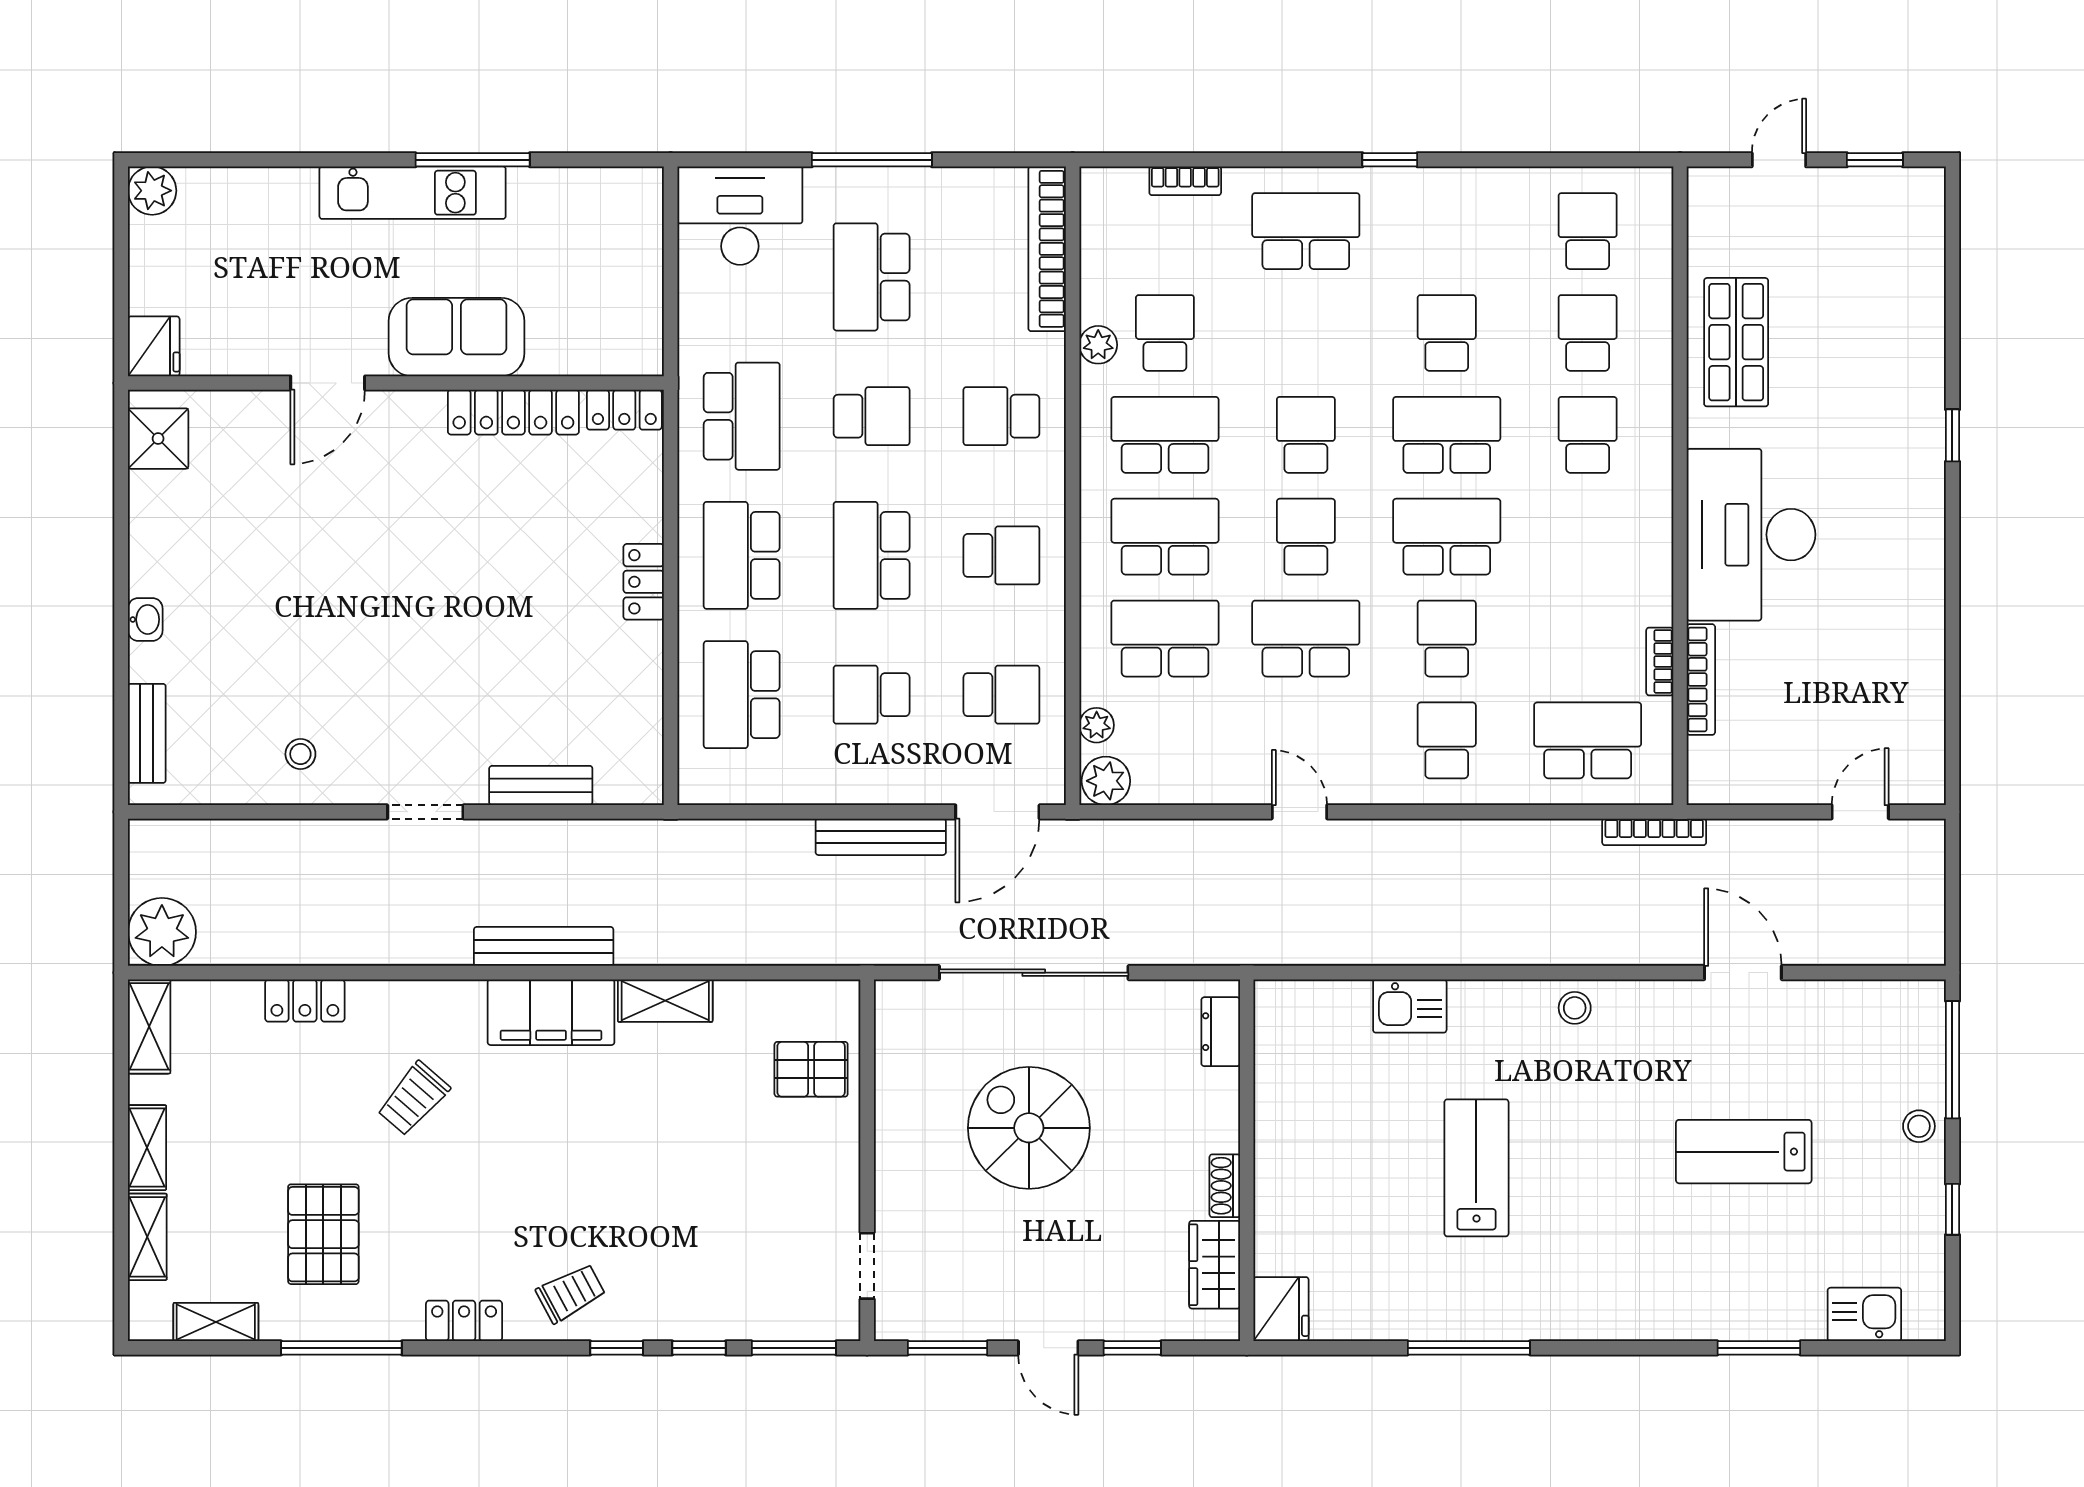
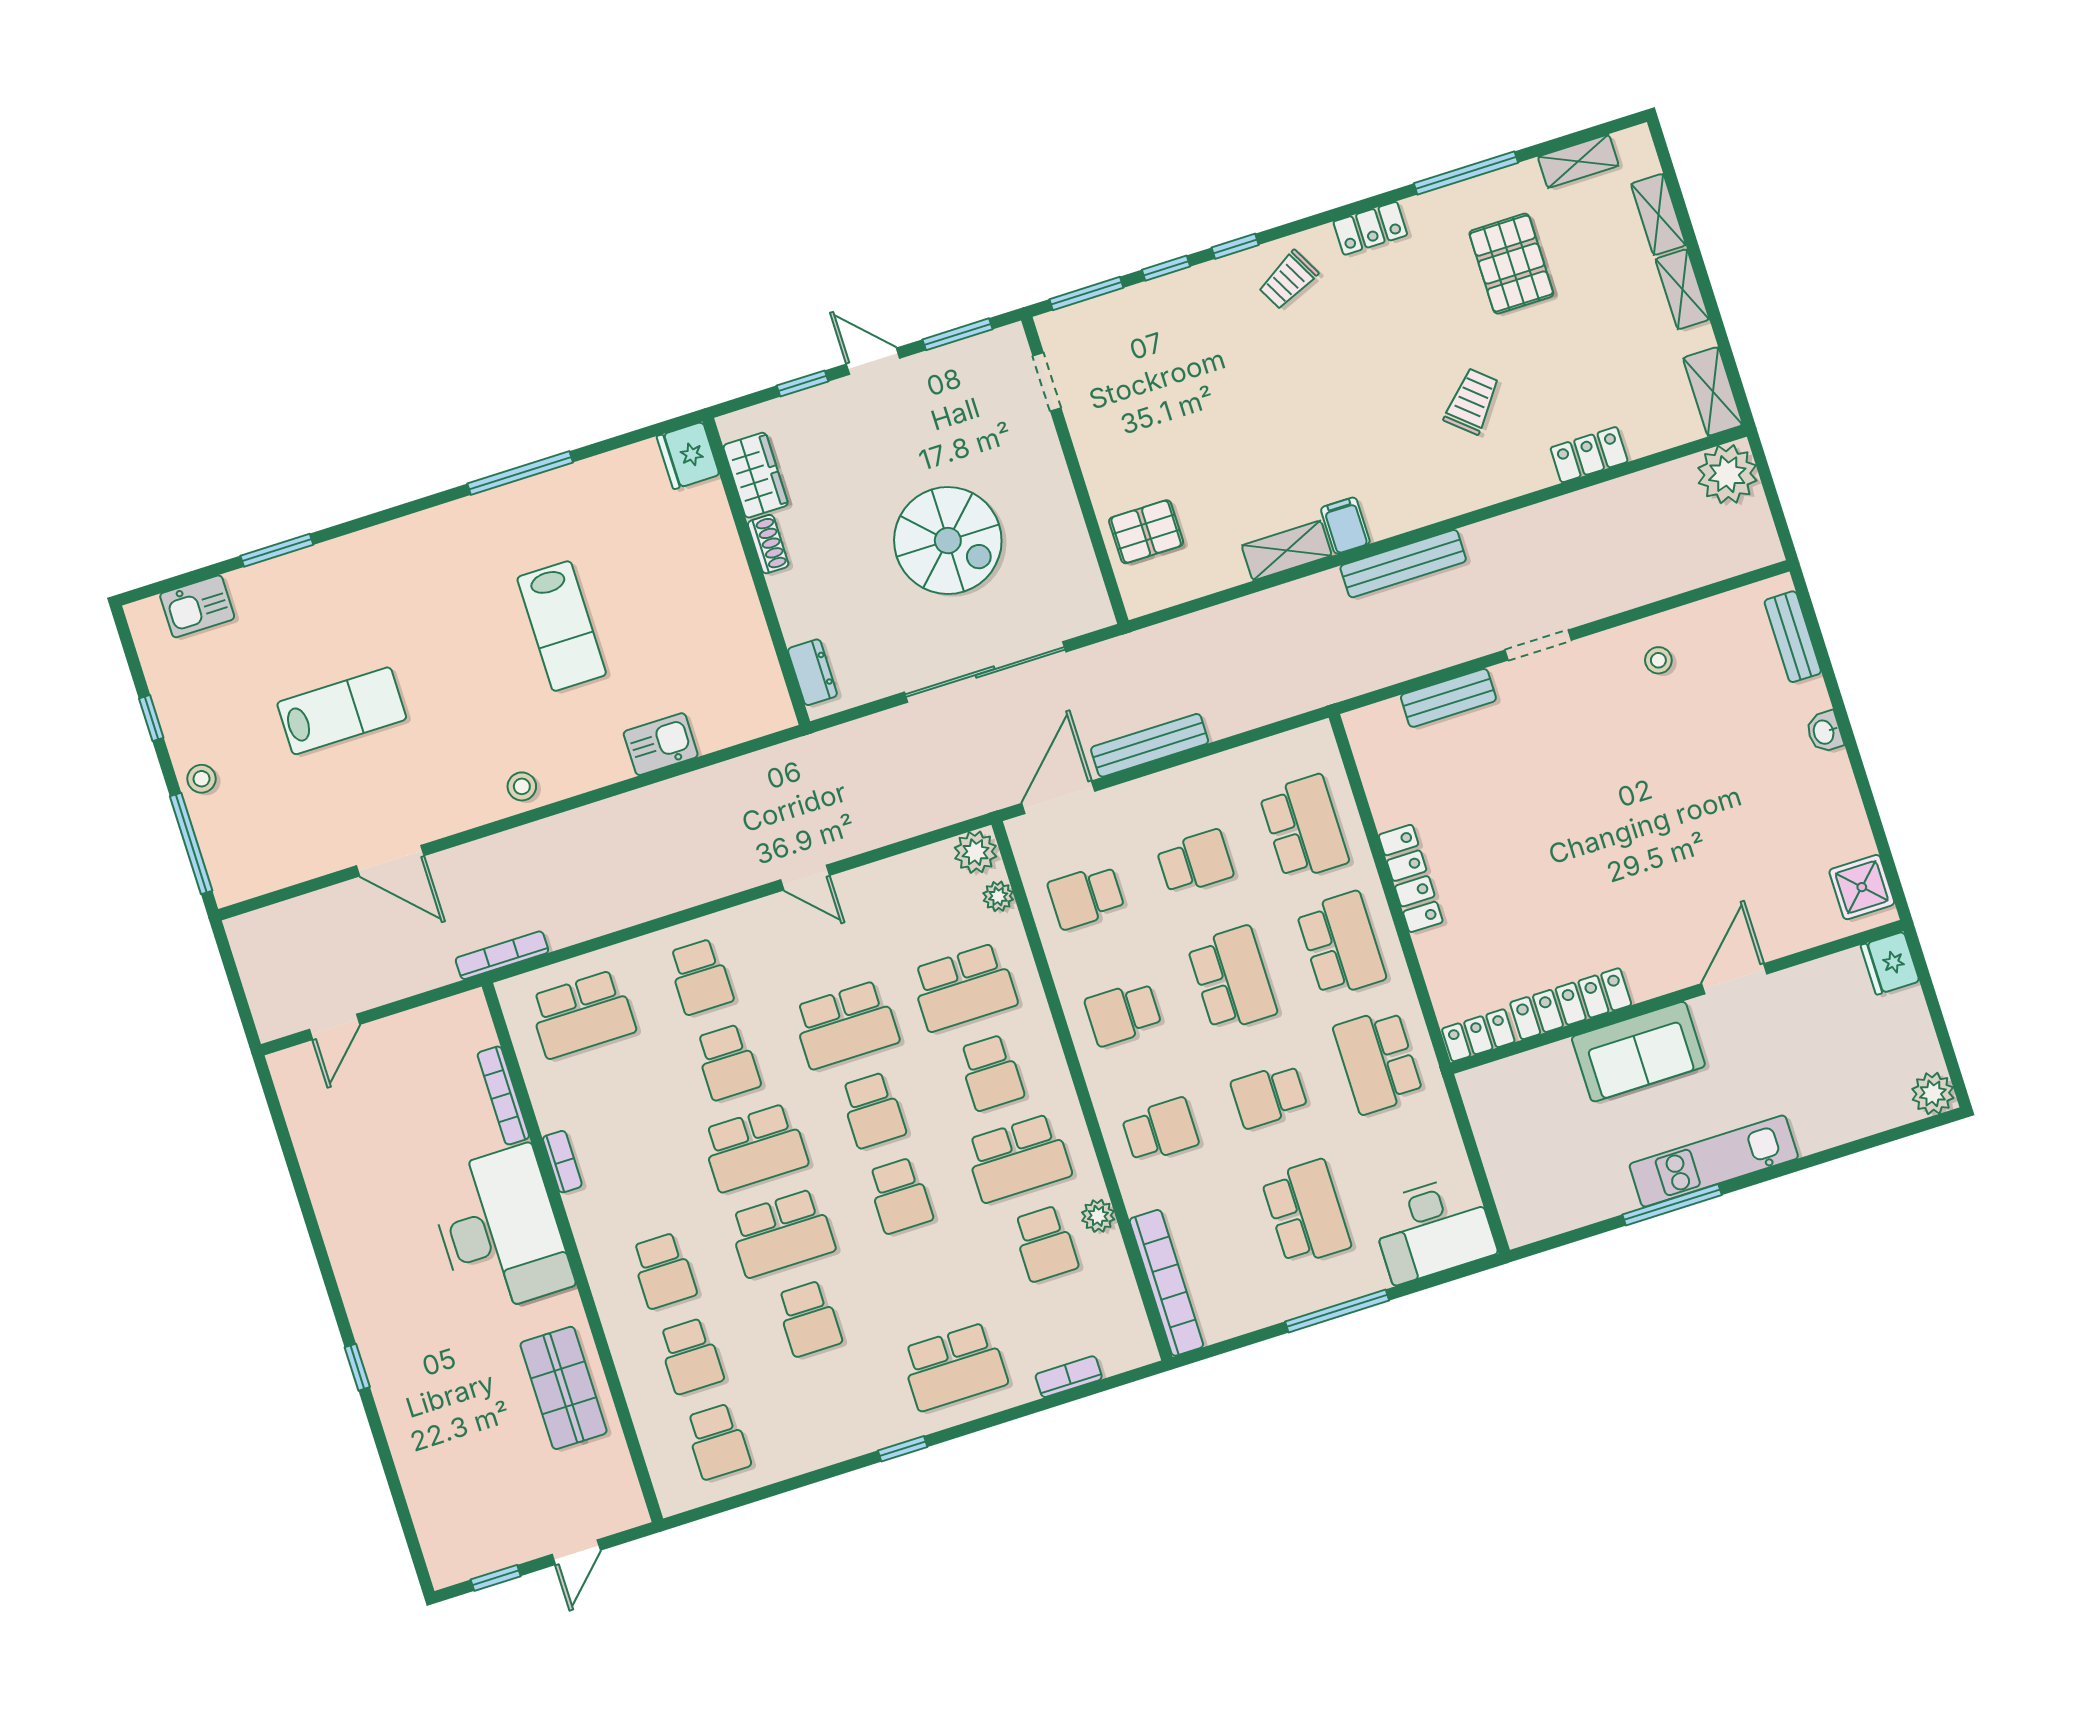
school desk: (1165, 537) -> (991, 1073), width x0.54
locker: (644, 582) -> (1411, 878), width x1.53
bookcase: (1660, 661) -> (562, 1162), moved
filing cabinet: (551, 1012) -> (1345, 526), width x0.33, depth x0.86

